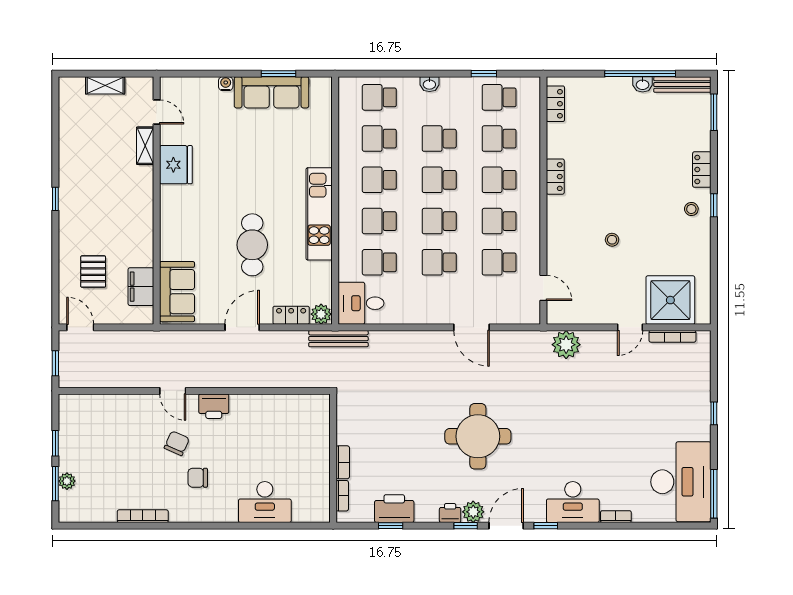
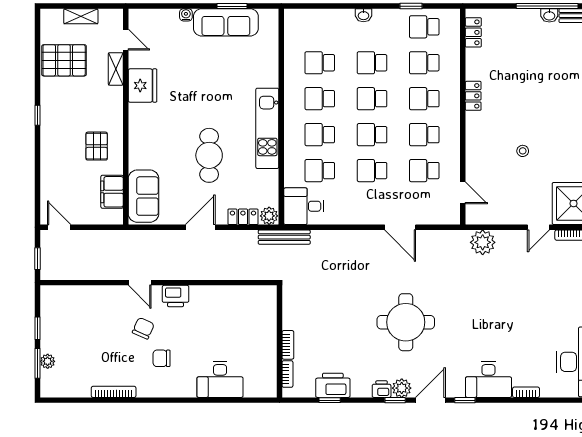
school desk: (379, 97) -> (320, 27), removed
pallet: (86, 136) -> (64, 60), added
pallet: (93, 272) -> (97, 146), moved

